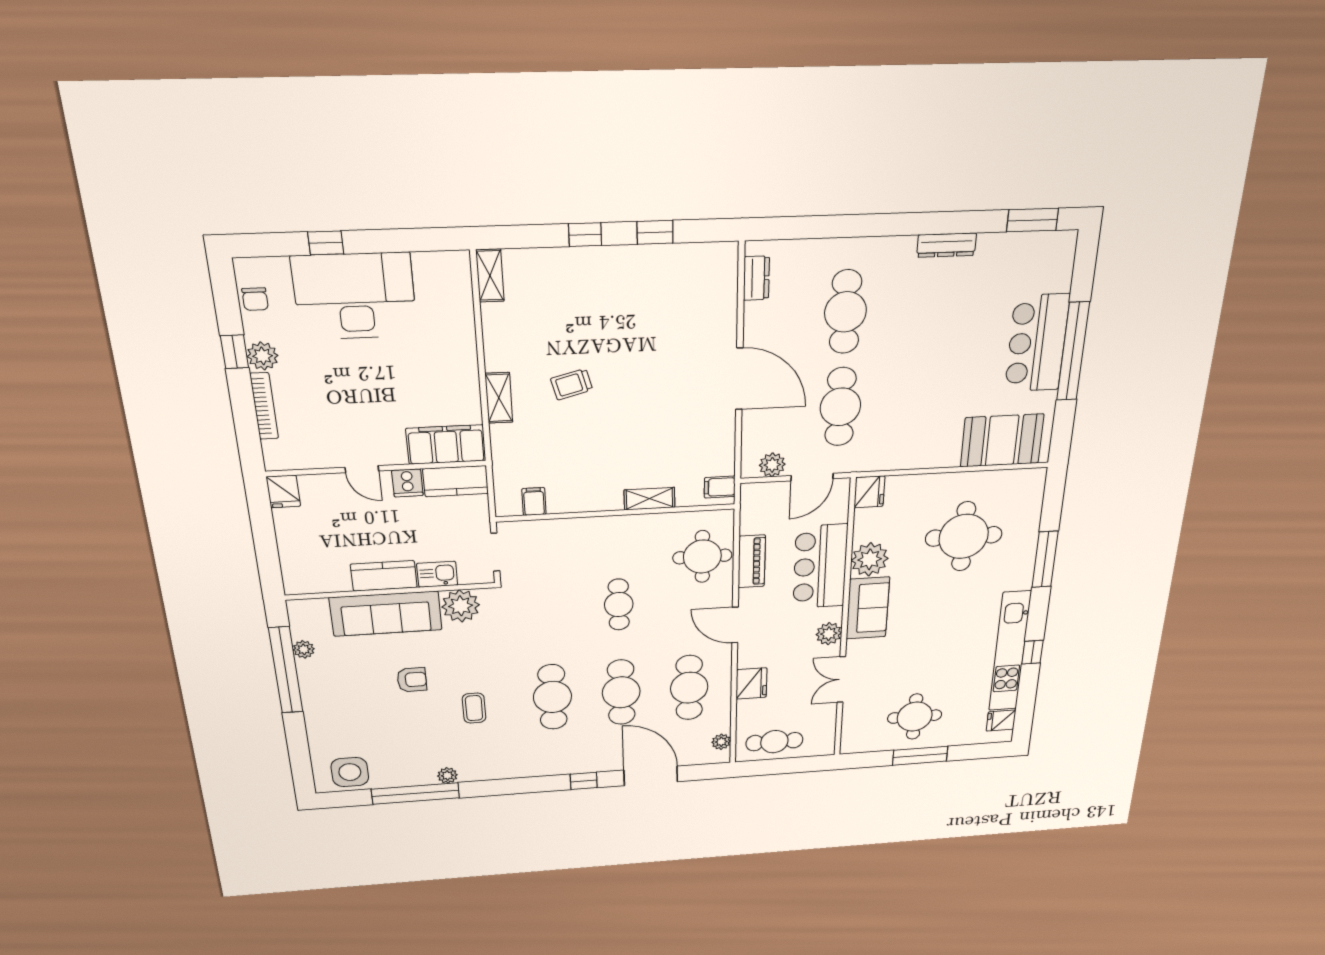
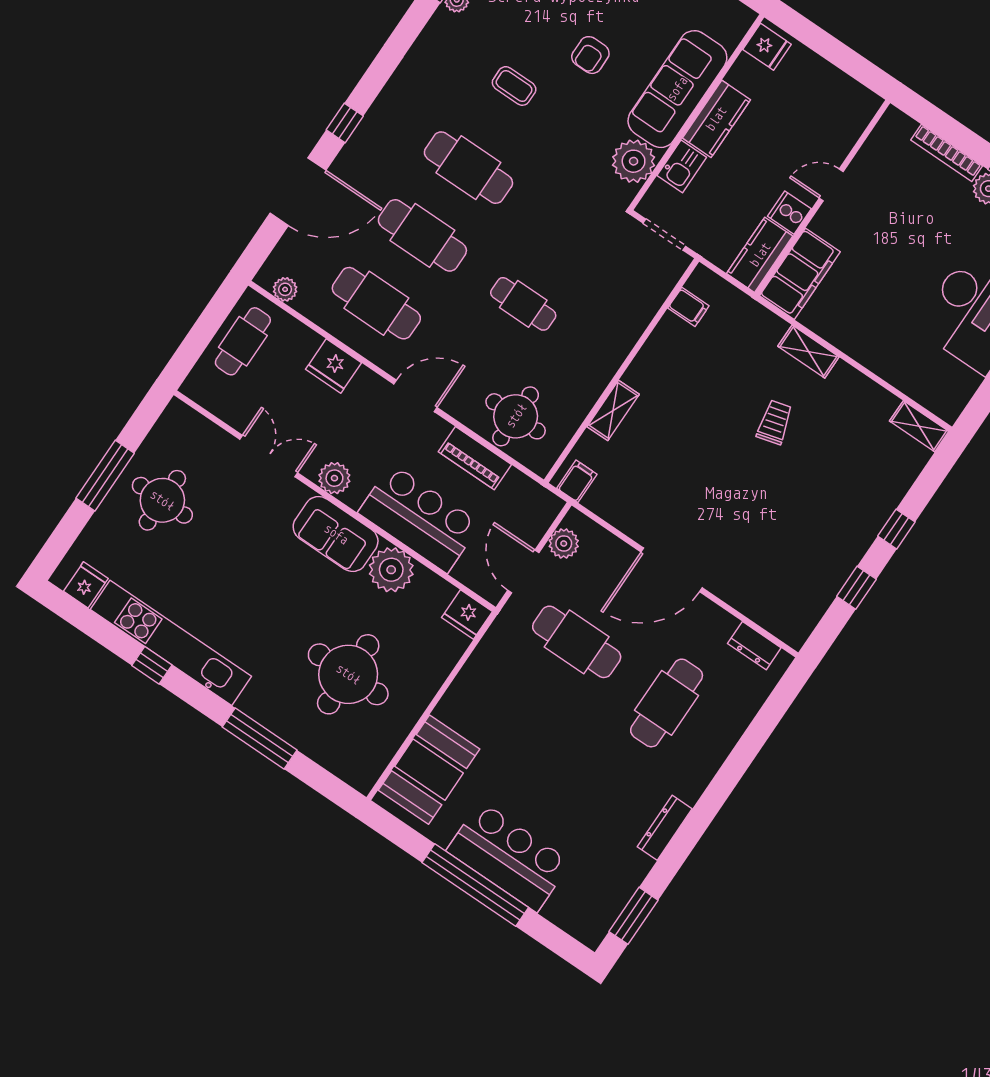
cafe table: (845, 312) -> (667, 703), turned 90
fridge: (283, 491) -> (767, 47), moved, turned 180

